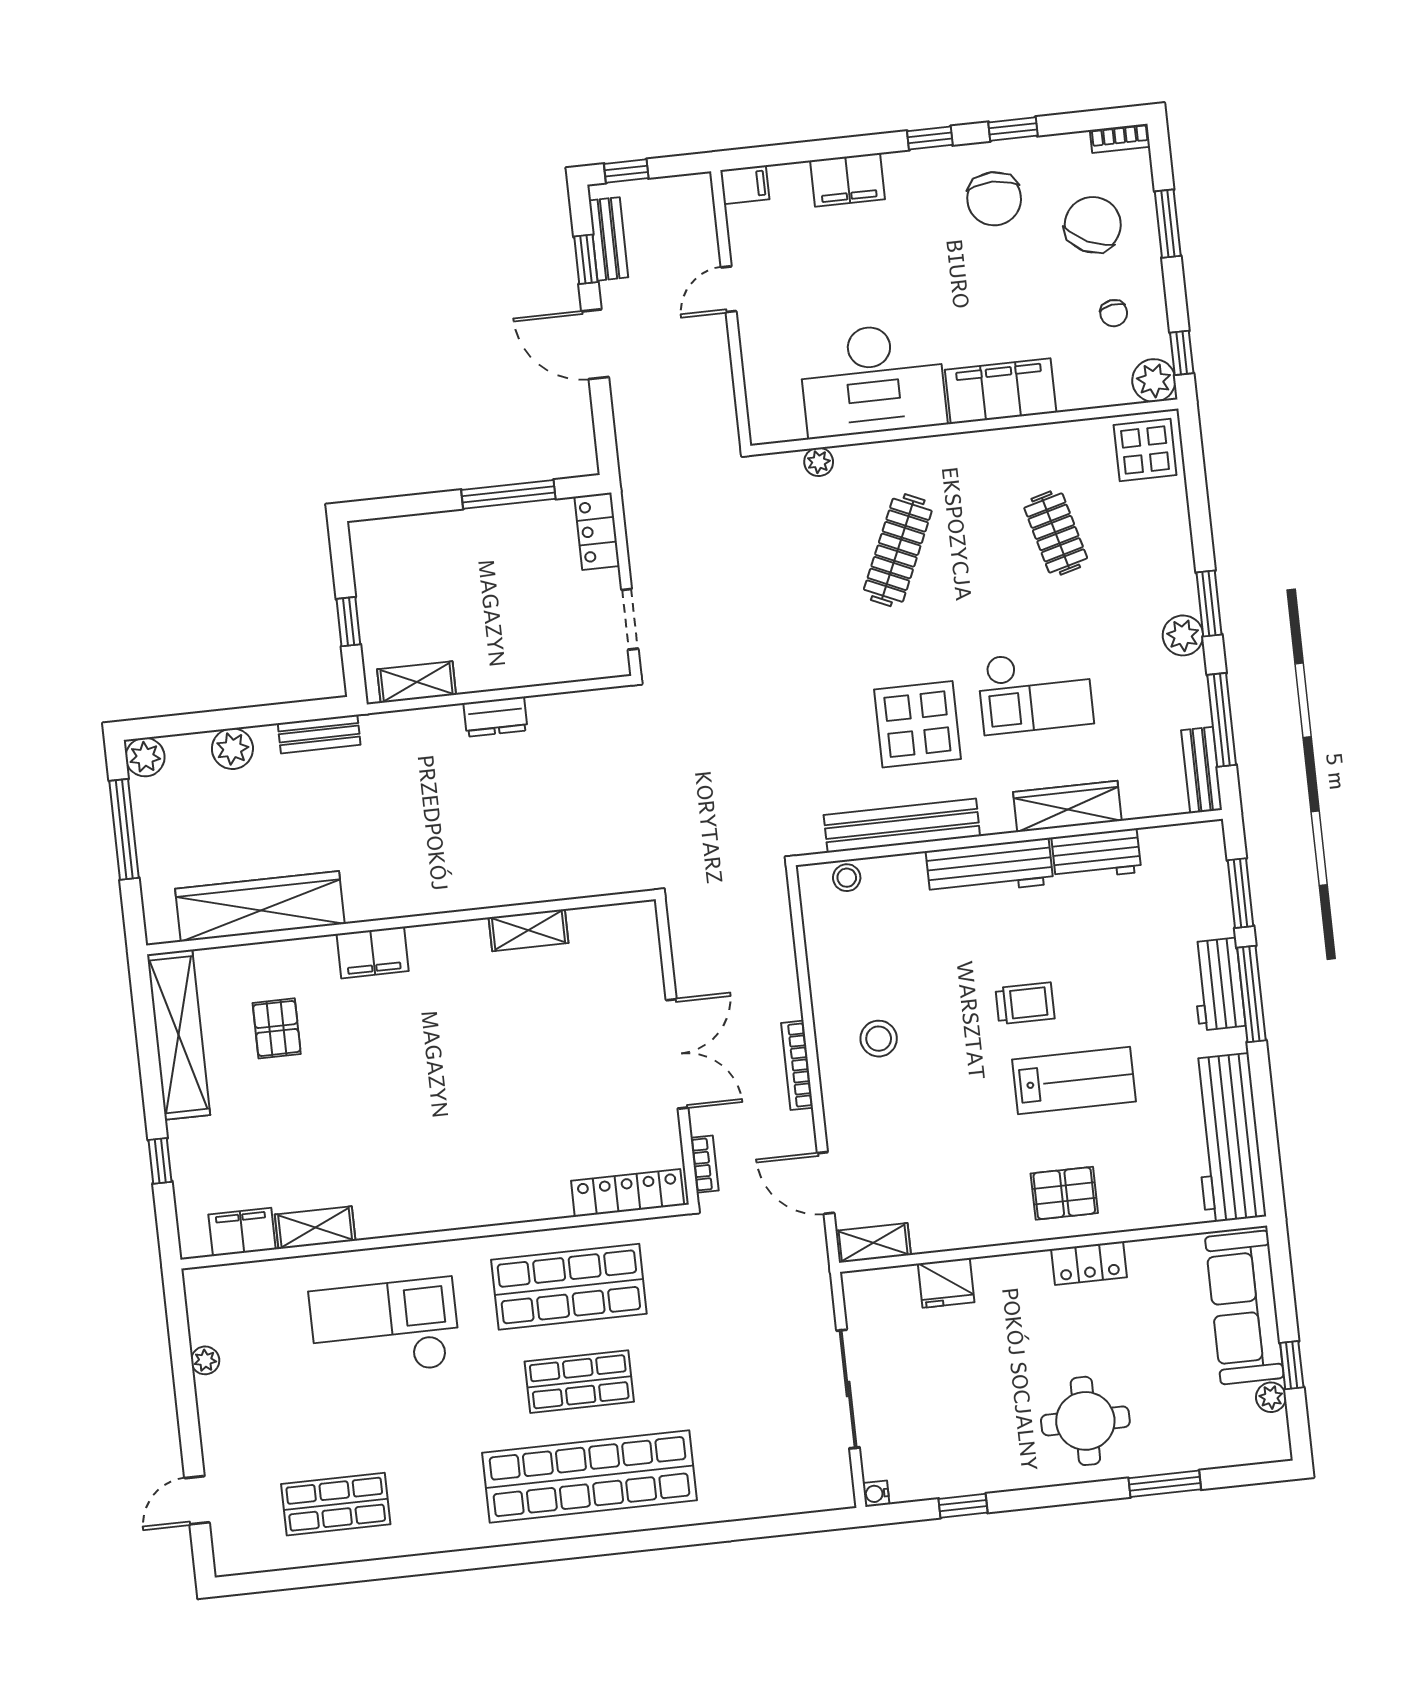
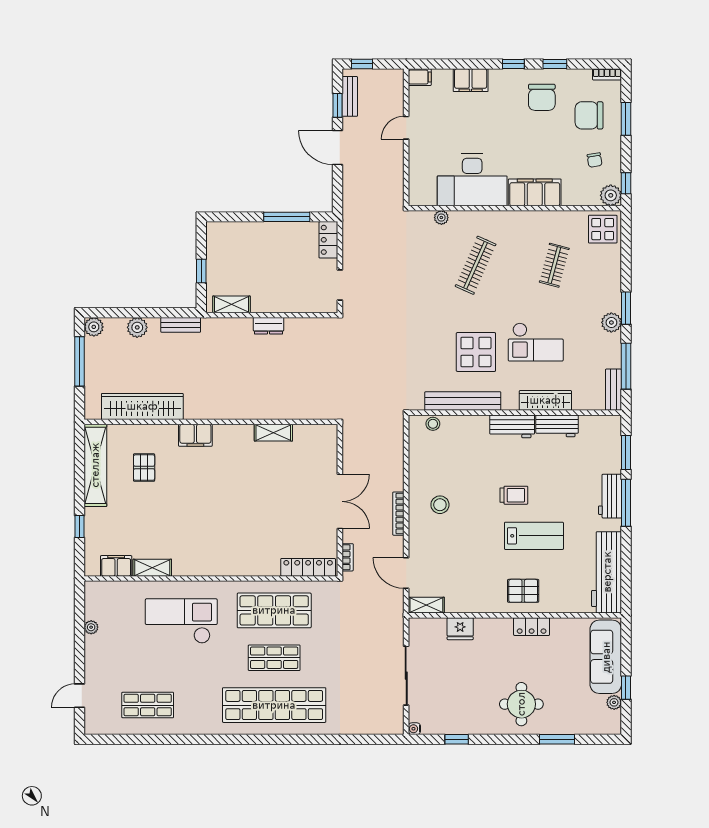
chair: (1093, 225) -> (589, 115), turned -116
clothes rail: (1056, 533) -> (554, 265), turned 30
workbench: (990, 867) -> (512, 426), width x0.73

